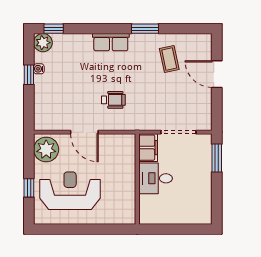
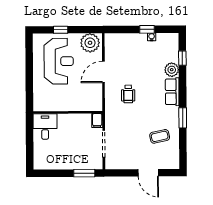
window: (54, 29) -> (182, 58), moved
plant: (43, 43) -> (172, 70), moved
door: (217, 74) -> (148, 173), swing flipped
filing cabinet: (148, 148) -> (97, 121), width x0.50
desk: (156, 178) -> (45, 127), moved

